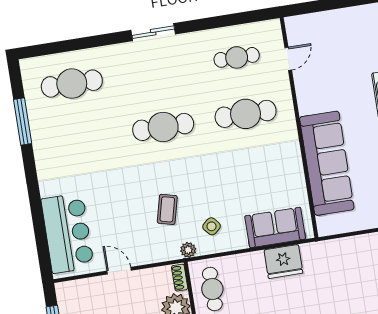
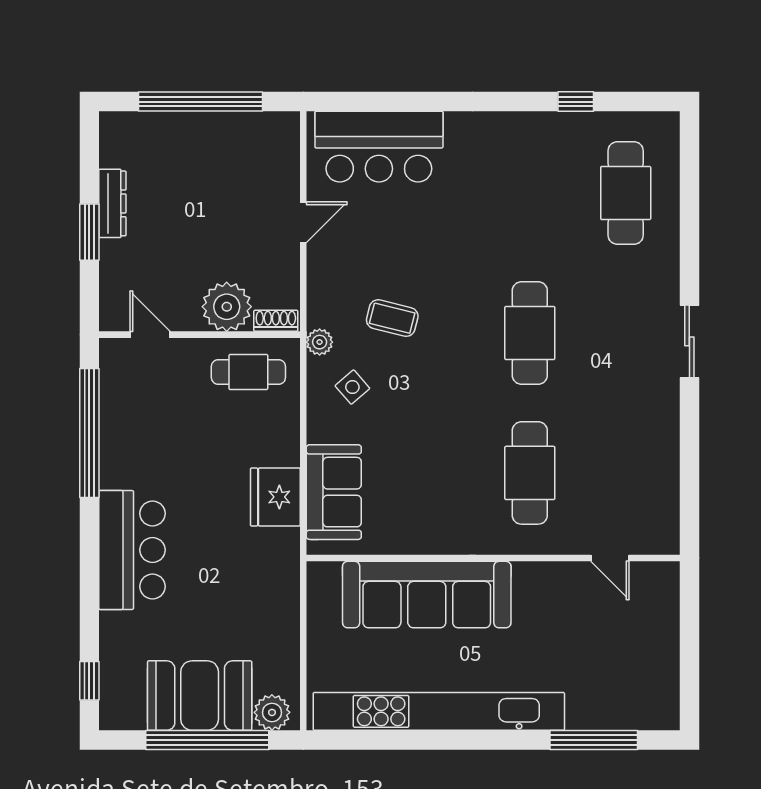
cafe table: (237, 57) -> (626, 473), removed
window: (23, 122) -> (576, 102), width x0.46

